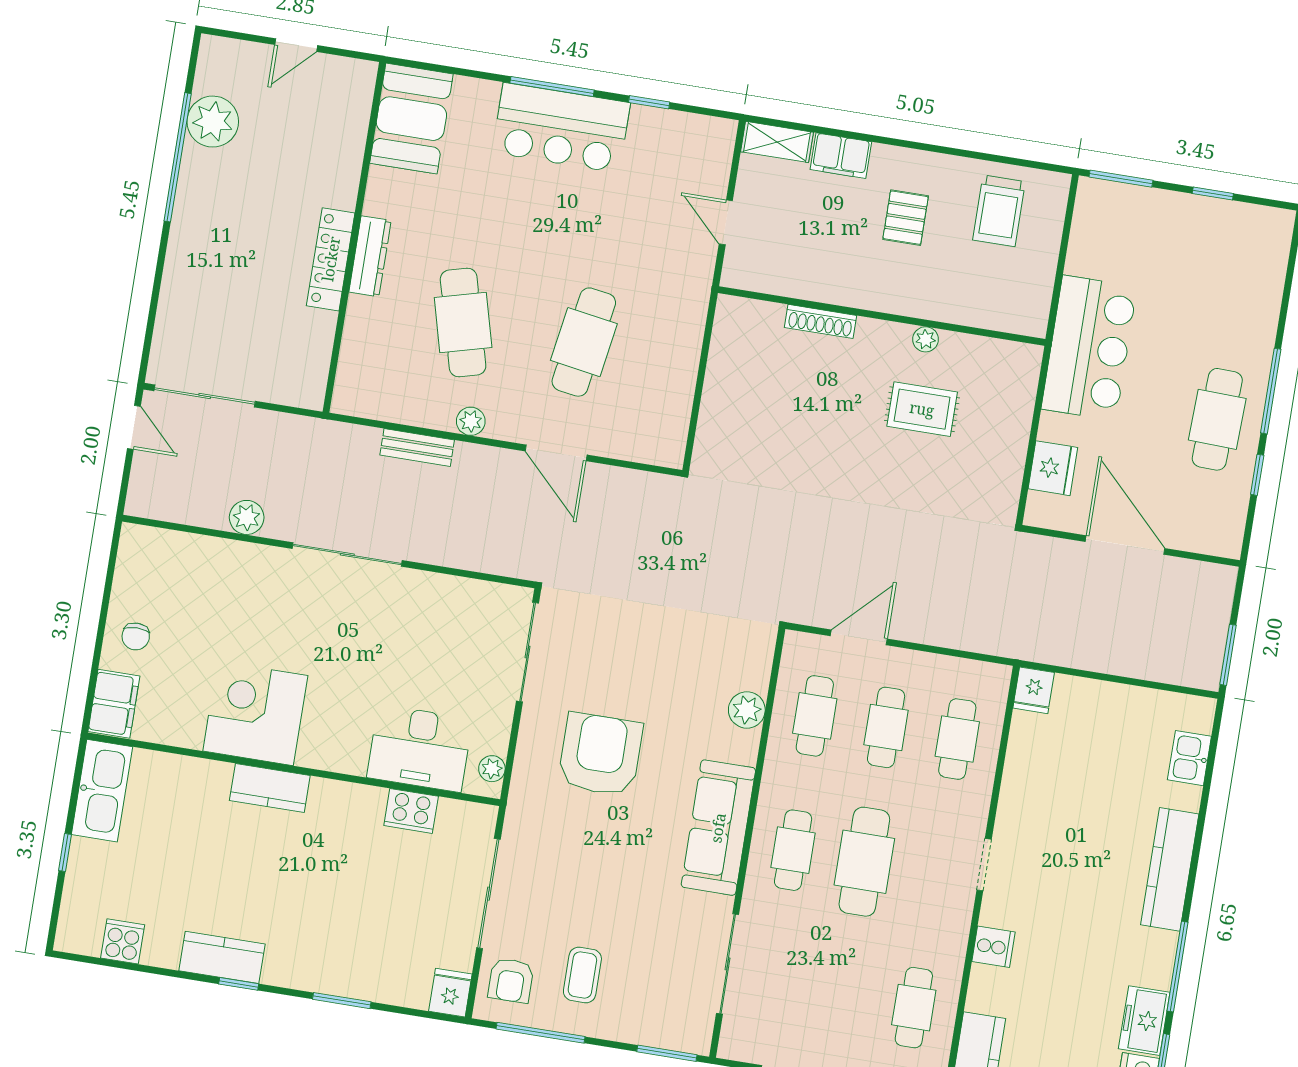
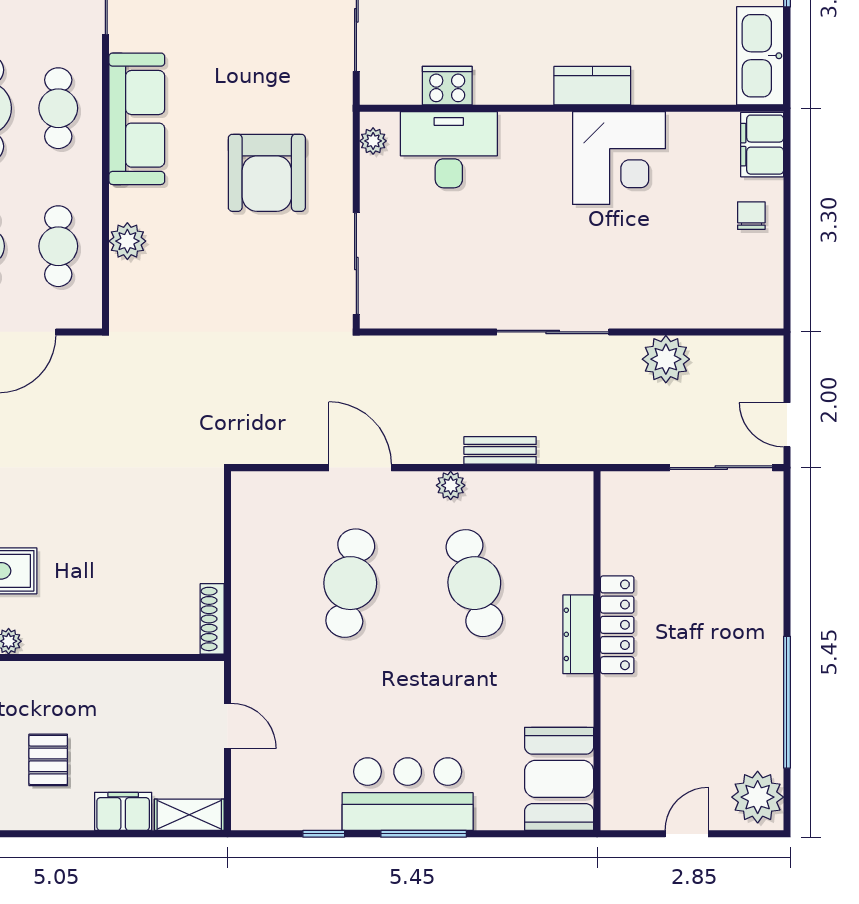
plant: (213, 122) -> (758, 797), moved
shoe rack: (821, 321) -> (212, 619), moved, turned -90
plant: (247, 517) -> (666, 359), width x1.36, depth x1.36

